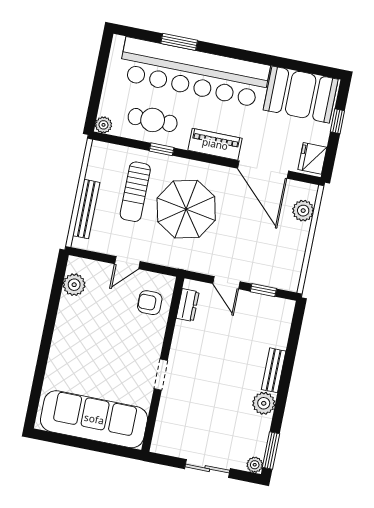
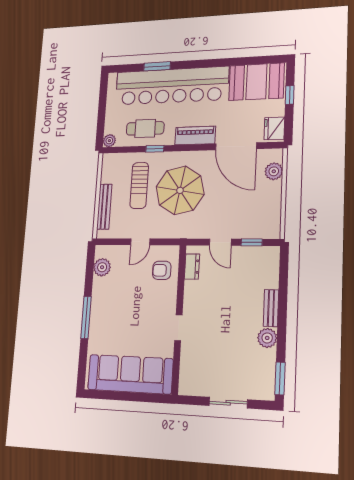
window: (46, 343) -> (86, 317), added
plant: (255, 465) -> (268, 393), removed

